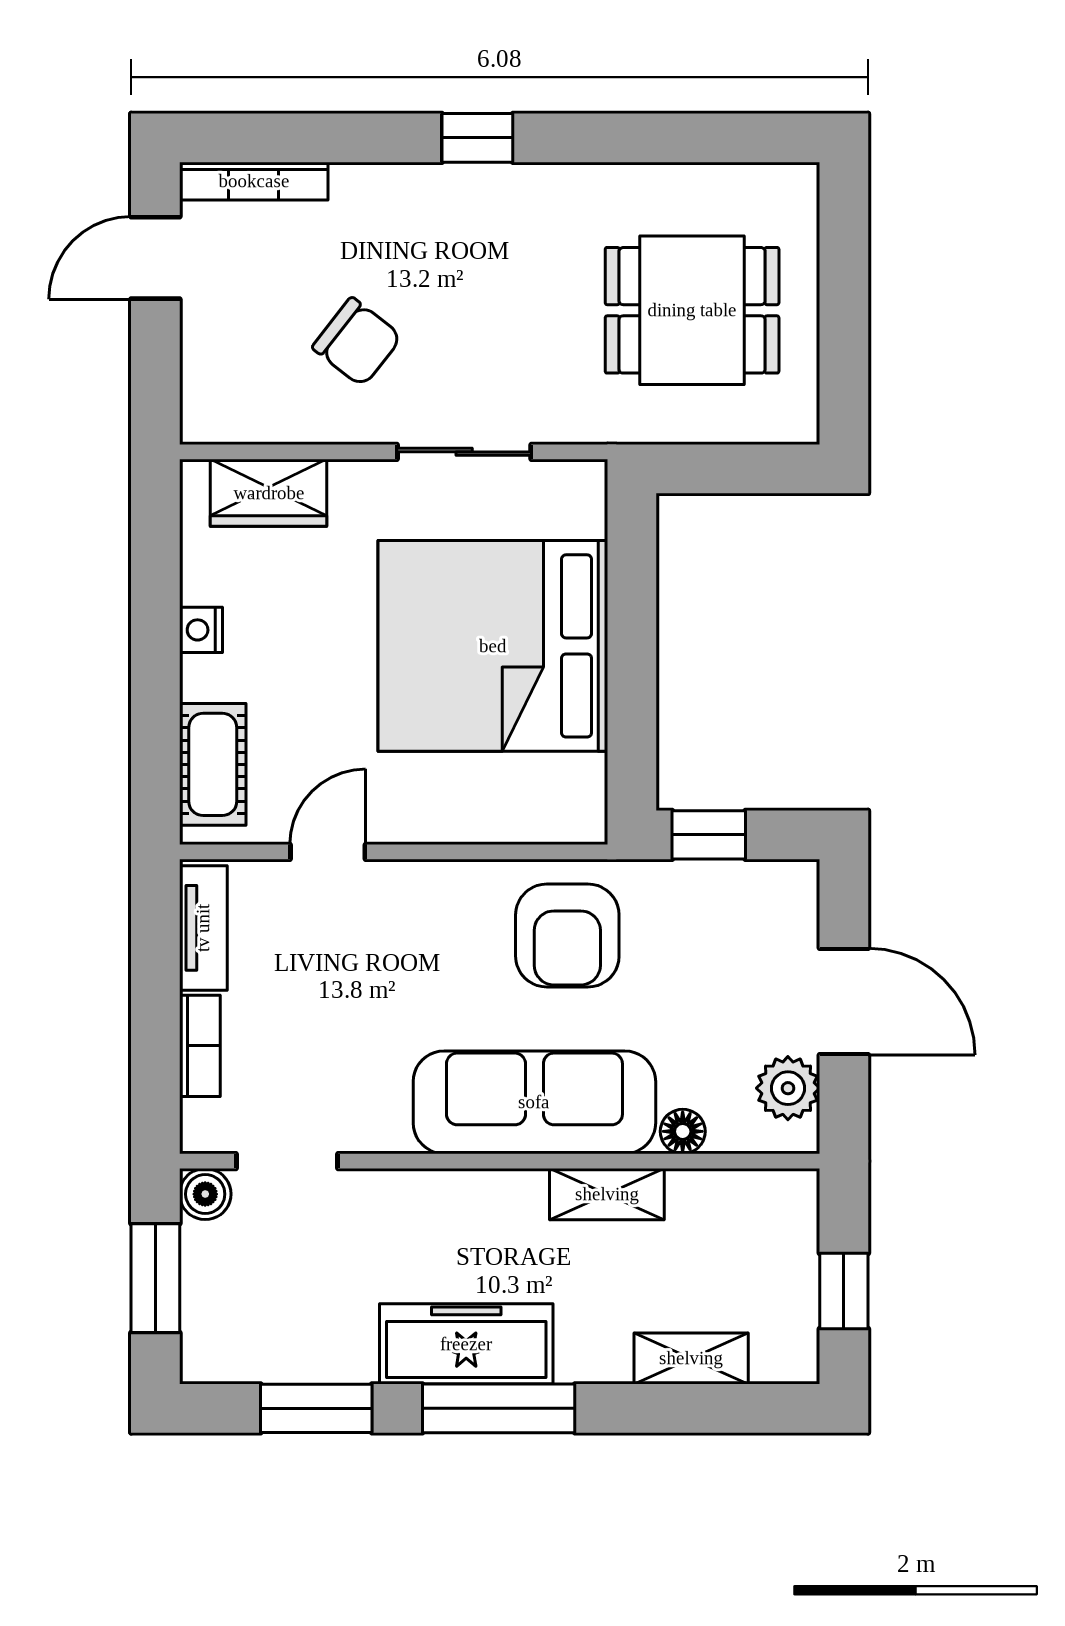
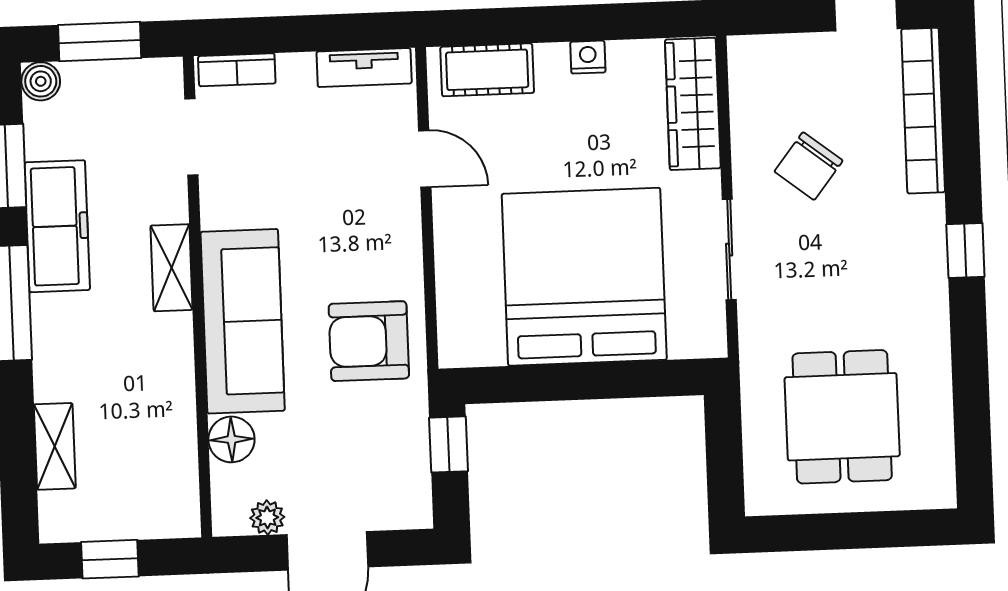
bookcase: (254, 181) -> (923, 111), width x1.48, depth x1.31
wardrobe: (269, 493) -> (693, 104), width x1.50
bookcase: (200, 1046) -> (237, 70), moved
plant: (788, 1088) -> (267, 518), width x0.73, depth x0.73
floor lamp: (683, 1131) -> (231, 439), width x1.37, depth x1.37
boiler: (205, 1194) -> (41, 81), moved
shelving: (607, 1194) -> (172, 268), moved
freezer: (466, 1344) -> (57, 226), moved

